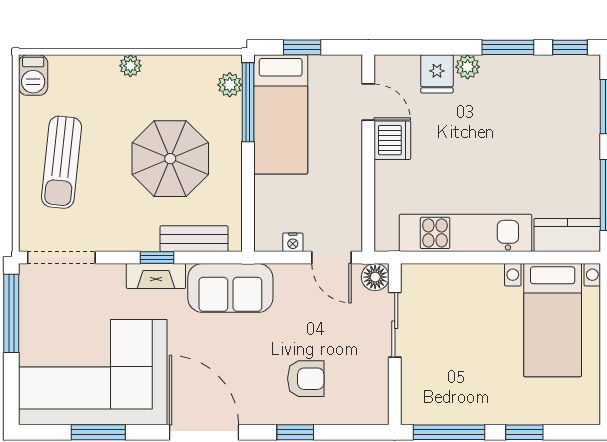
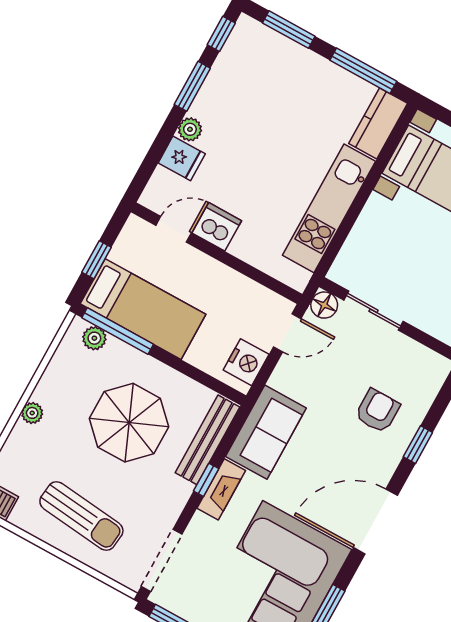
bench: (194, 239) -> (207, 440), width x1.36
nightstand: (293, 242) -> (246, 362), width x1.89, depth x1.79

